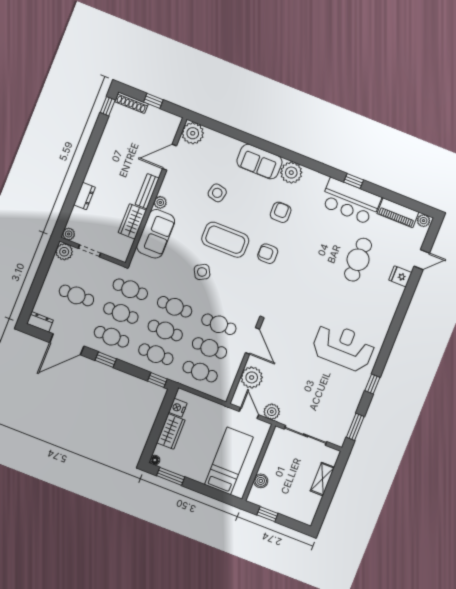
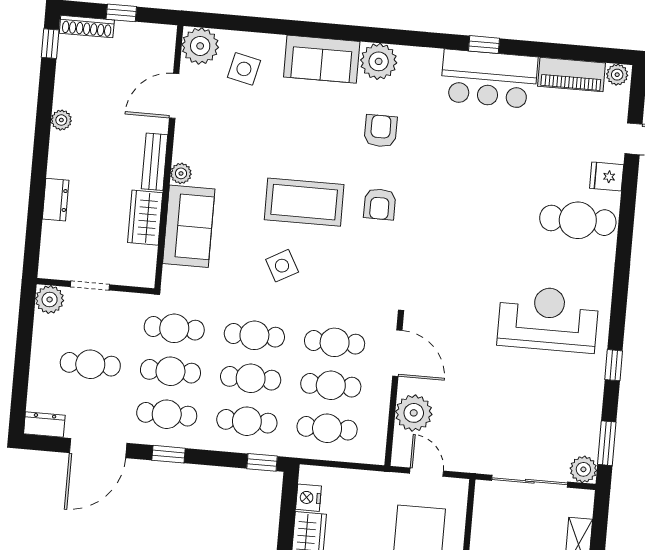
side table: (217, 193) -> (244, 69), moved
plant: (69, 234) -> (61, 120), moved
armchair: (268, 254) -> (380, 204), turned -90
cafe table: (358, 260) -> (578, 220), moved, turned 90
plant: (272, 412) -> (583, 469), moved

